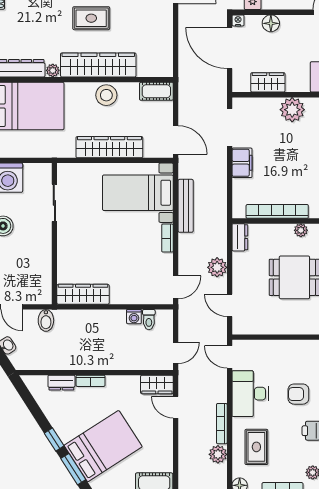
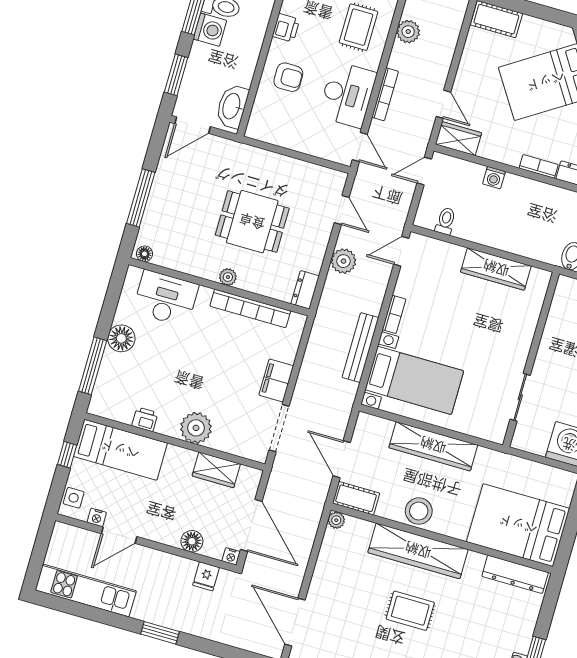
plant: (53, 70) -> (336, 520), moved
door: (176, 140) -> (342, 459), moved
wardrobe: (83, 294) -> (496, 269), moved
washing machine: (134, 317) -> (494, 178), moved, turned 180
bookcase: (222, 424) -> (385, 94), moved

